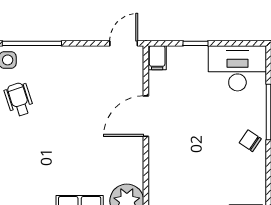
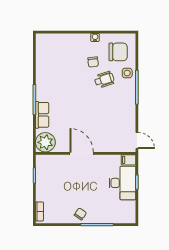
desk: (237, 68) -> (122, 183), moved
door: (146, 116) -> (82, 153), moved

